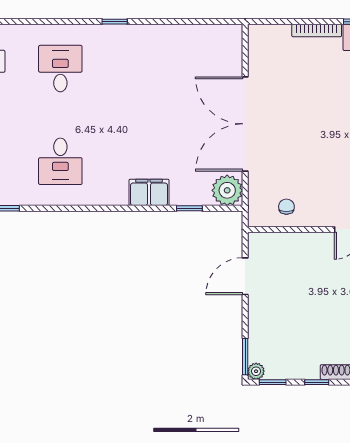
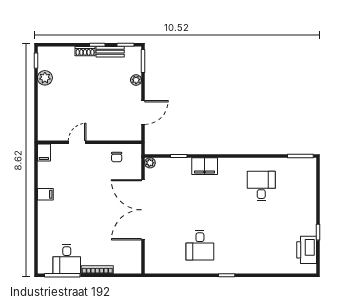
desk: (60, 69) -> (200, 245), moved
double door: (245, 124) -> (143, 210), swing flipped
plant: (227, 190) -> (150, 163), width x0.53, depth x0.53
plant: (256, 371) -> (136, 80), moved
bench: (297, 371) -> (110, 52), added

